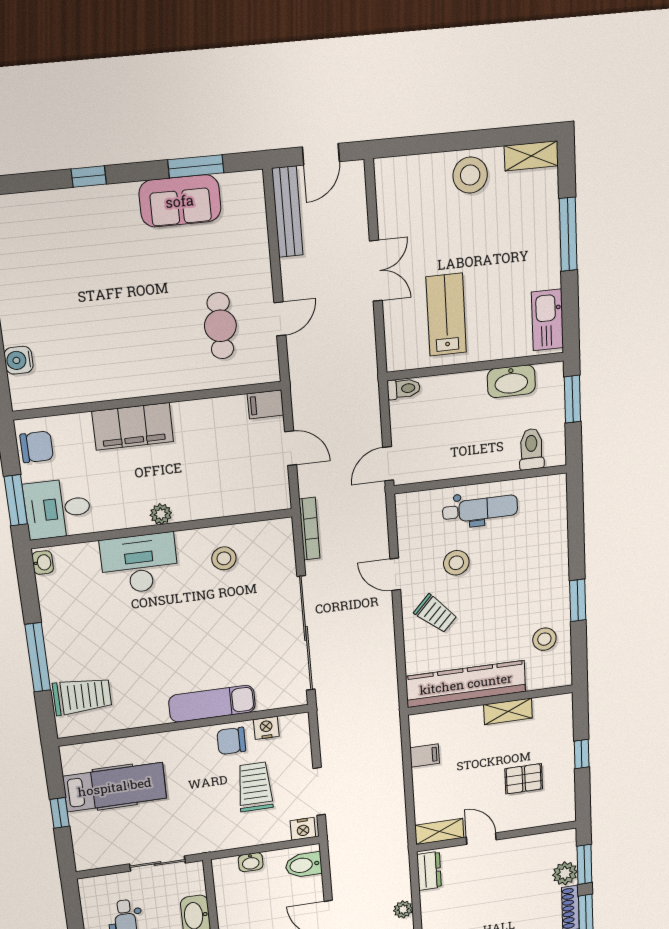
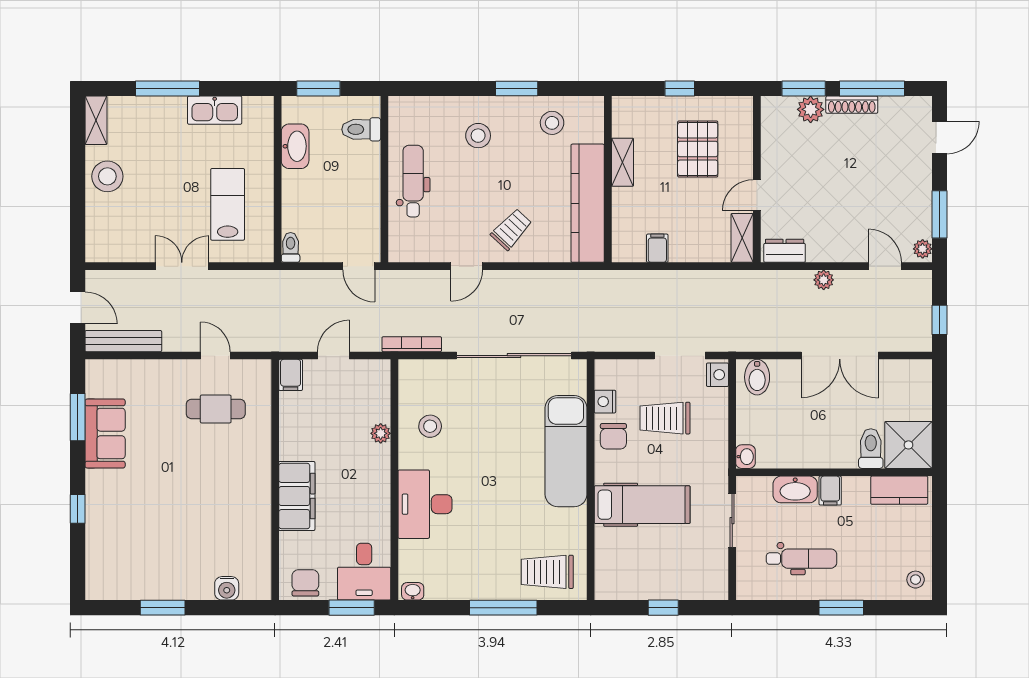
lab bench: (446, 315) -> (228, 204), turned 90
kitchen sink: (547, 320) -> (215, 110), moved
plant: (161, 514) -> (381, 433), moved
stool: (456, 563) -> (478, 136), moved
trolley: (82, 696) -> (547, 572), turned -90
exam couch: (212, 704) -> (566, 451), width x1.36, depth x1.45
pallet: (524, 779) -> (698, 149), width x1.50, depth x1.42
hospital bed: (115, 787) -> (642, 505), moved, turned 90
washbasin: (251, 862) -> (745, 457), moved

